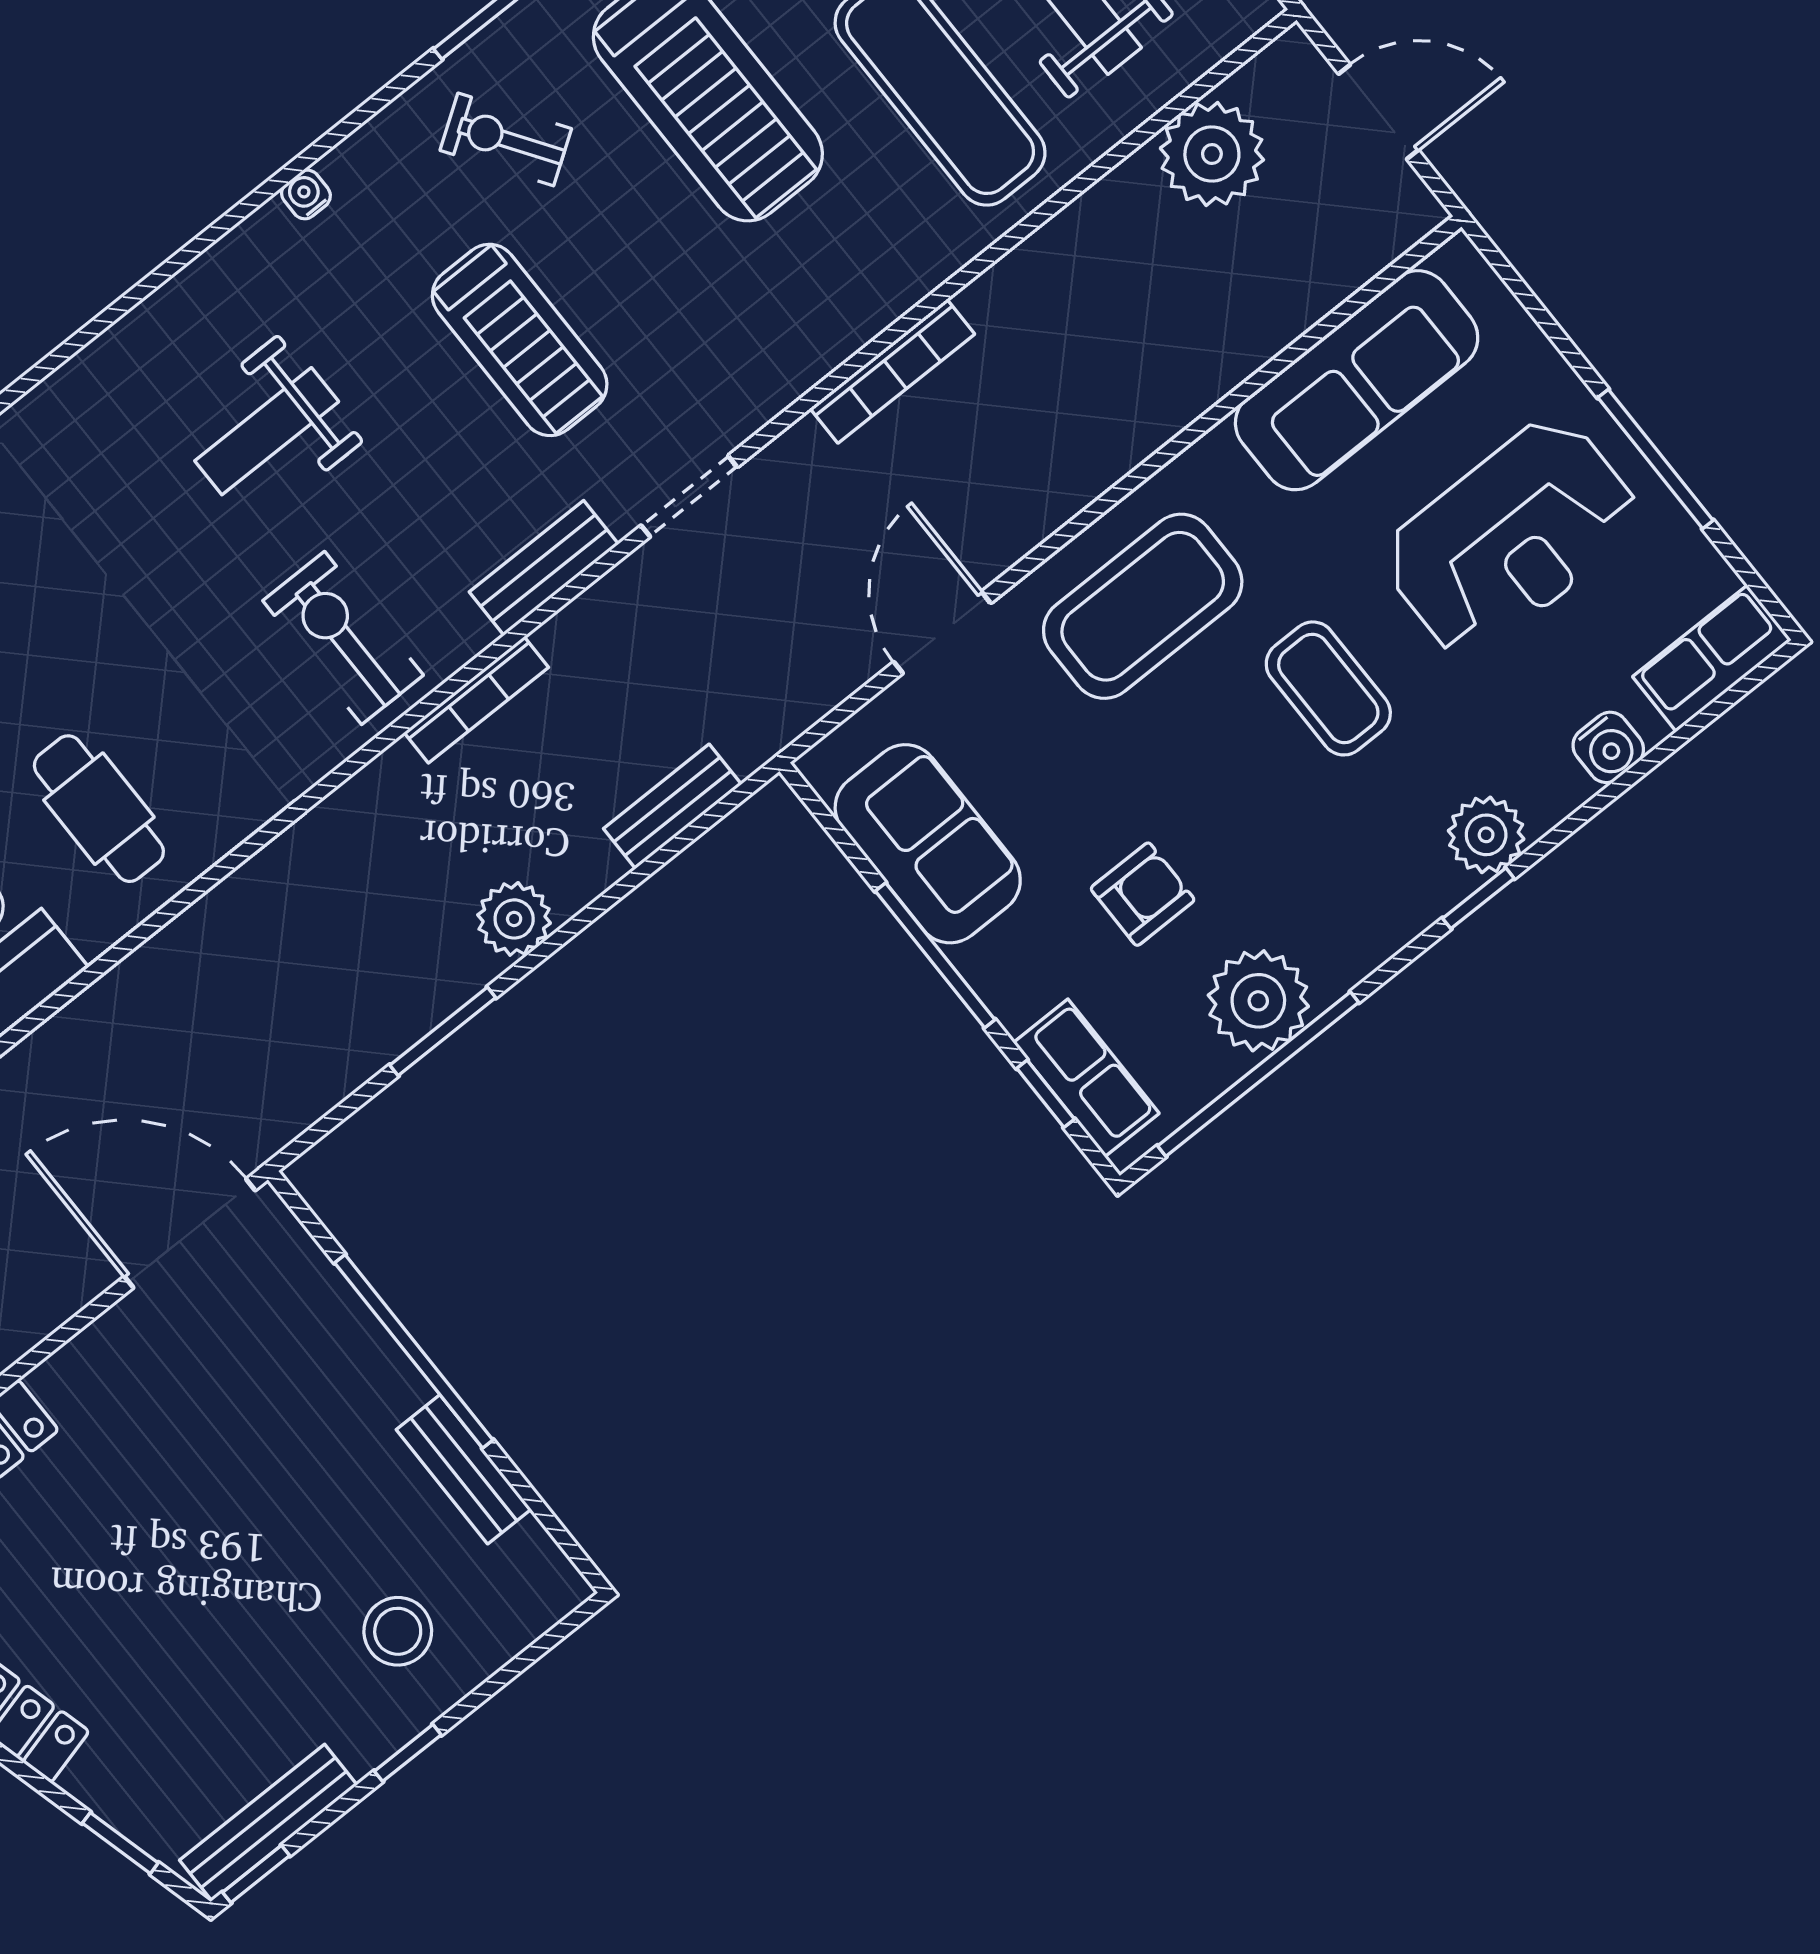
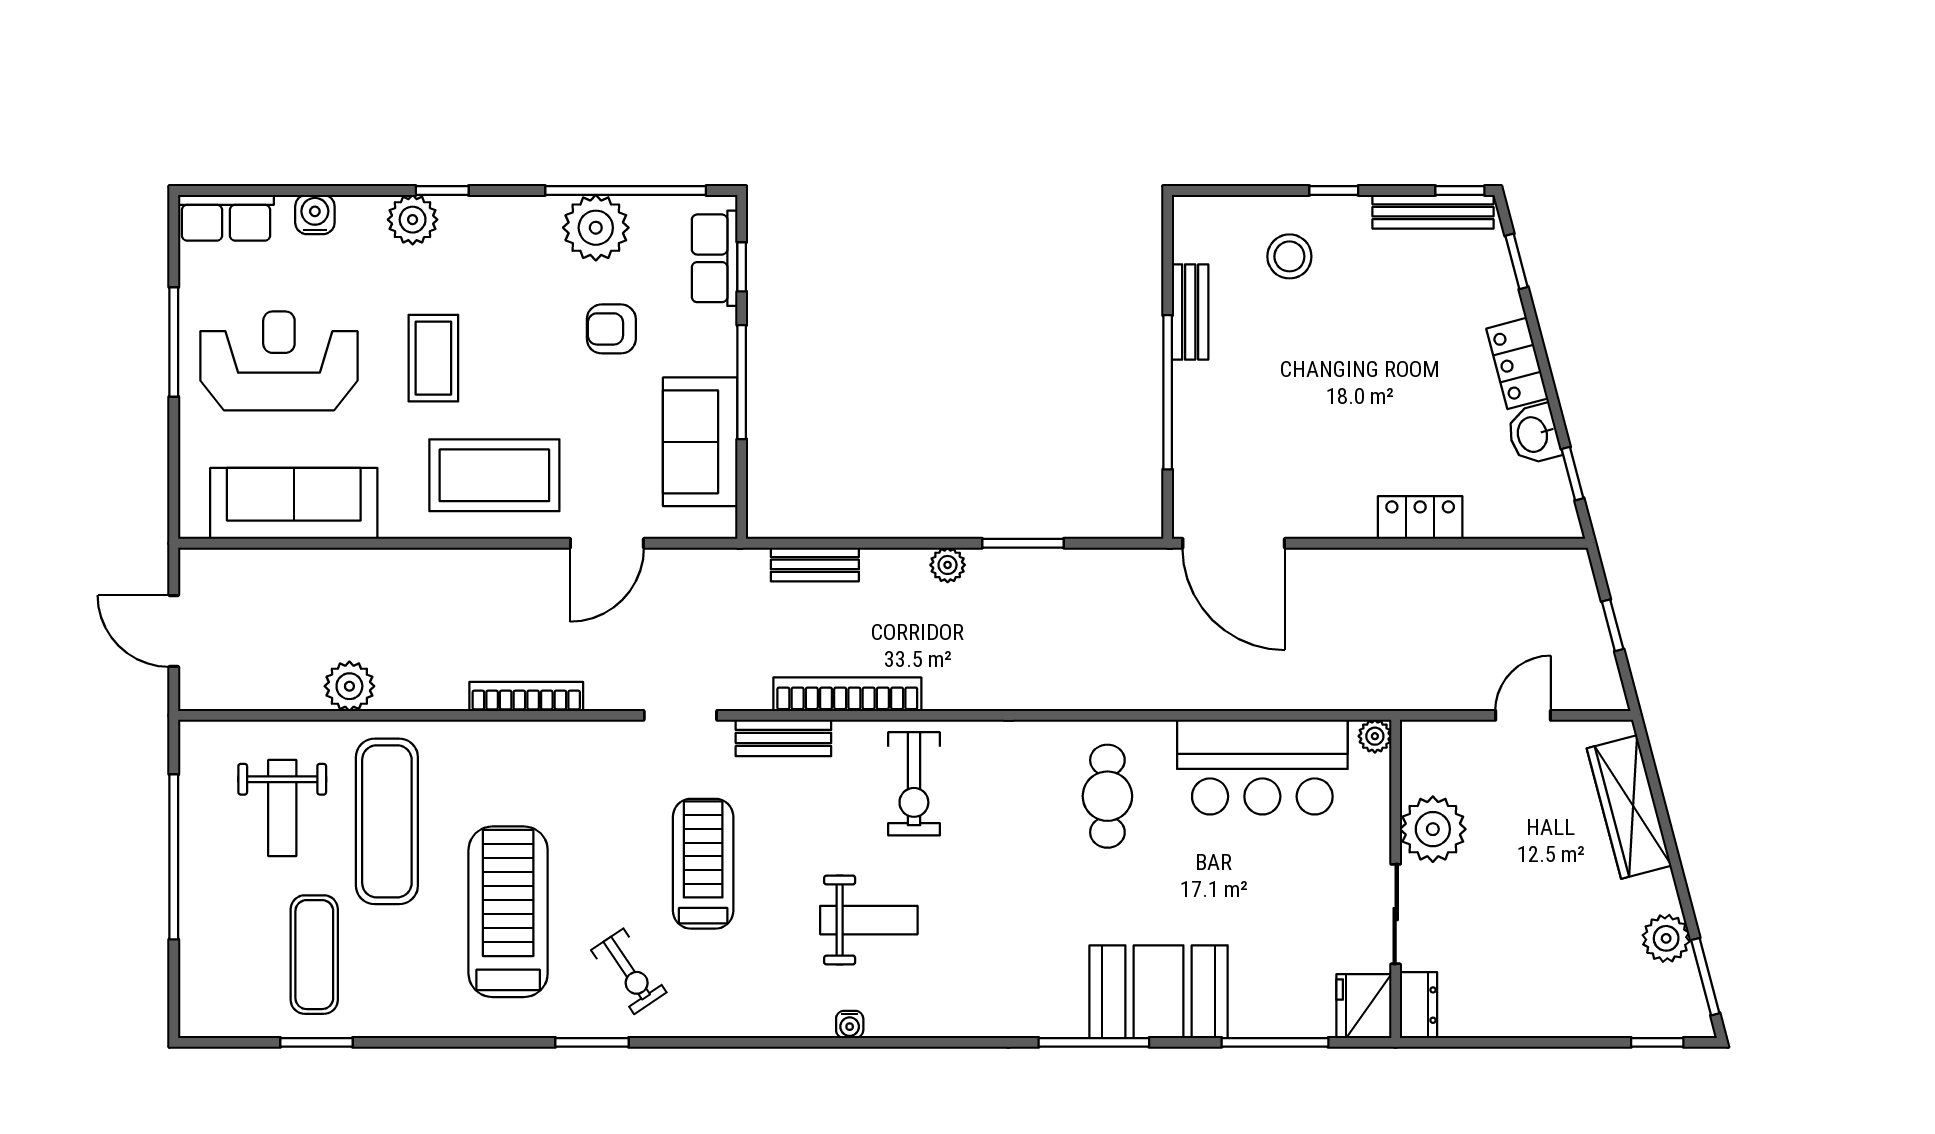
plant: (1212, 154) -> (349, 686), moved, width x0.73, depth x0.73
water cooler: (306, 194) -> (850, 1024), moved
bookcase: (476, 700) -> (847, 694), width x1.48, depth x1.31
plant: (514, 919) -> (948, 565), width x0.73, depth x0.73

